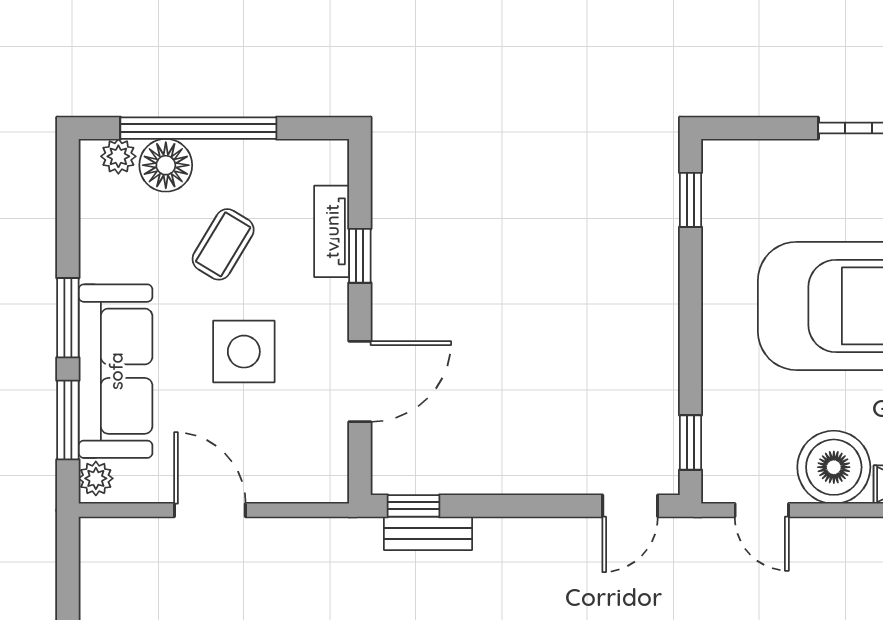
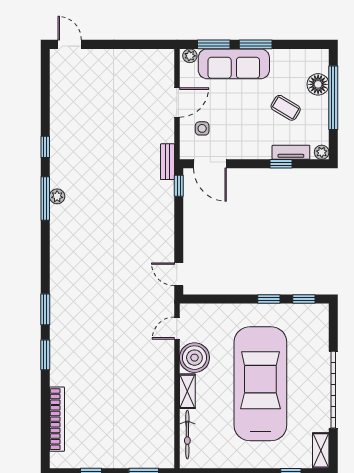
plant: (118, 156) -> (322, 152), moved
side table: (244, 352) -> (202, 128), moved, width x0.54, depth x0.54
door: (360, 381) -> (210, 164), moved
window: (690, 443) -> (269, 299), moved
bench: (428, 533) -> (167, 162), moved

